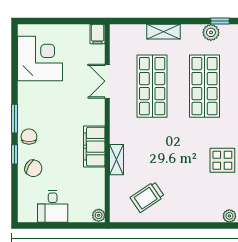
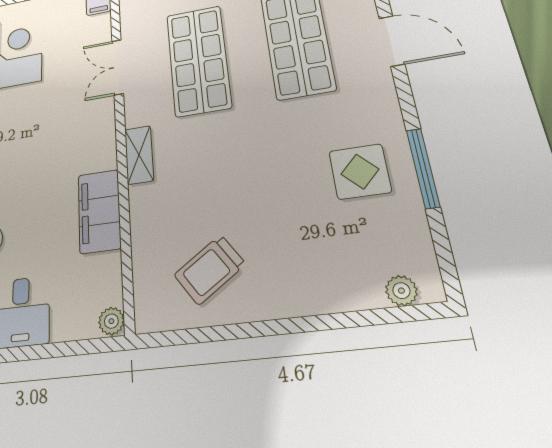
filing cabinet: (94, 147) -> (99, 211), moved
shelving: (116, 160) -> (139, 155), moved

